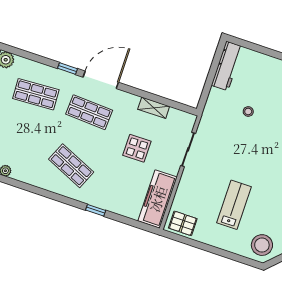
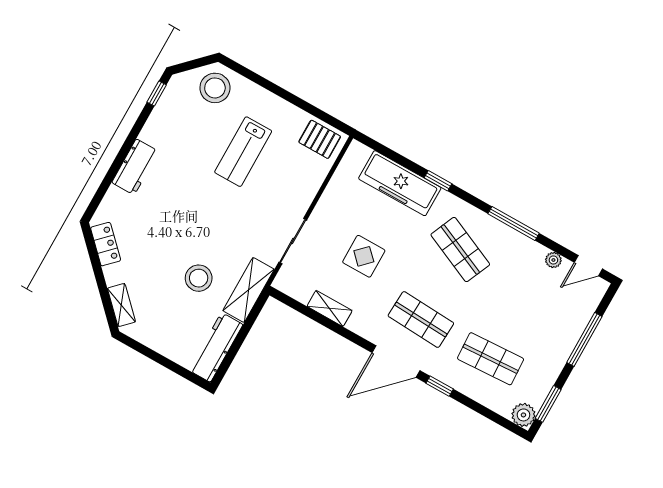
shelving: (212, 110) -> (249, 290), added
stool: (248, 111) -> (199, 278), width x1.89, depth x1.89
window: (38, 191) -> (513, 223), added
freezer: (158, 199) -> (400, 183), moved, turned 90

